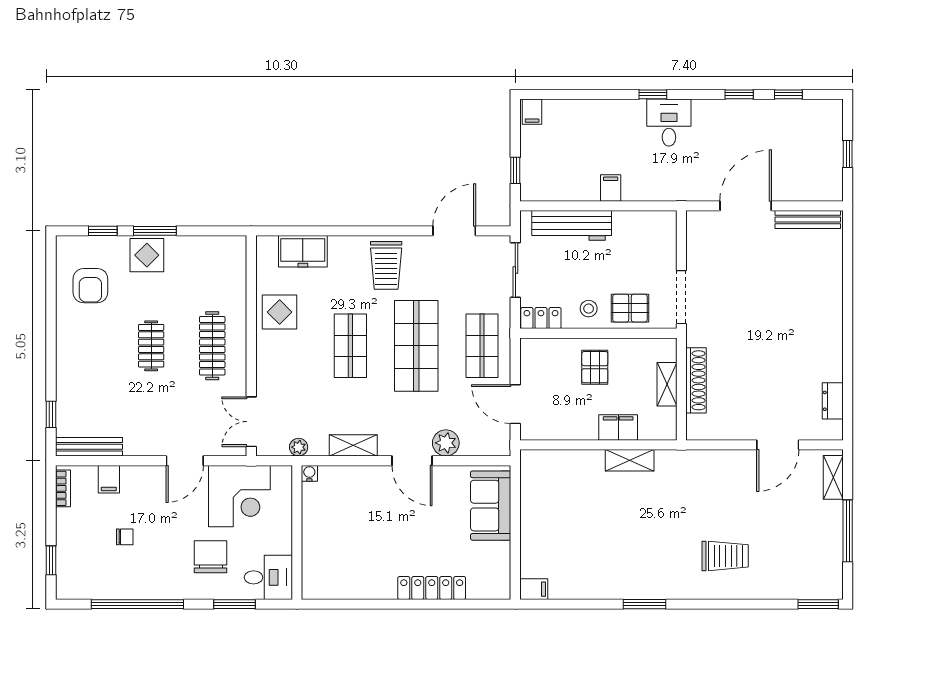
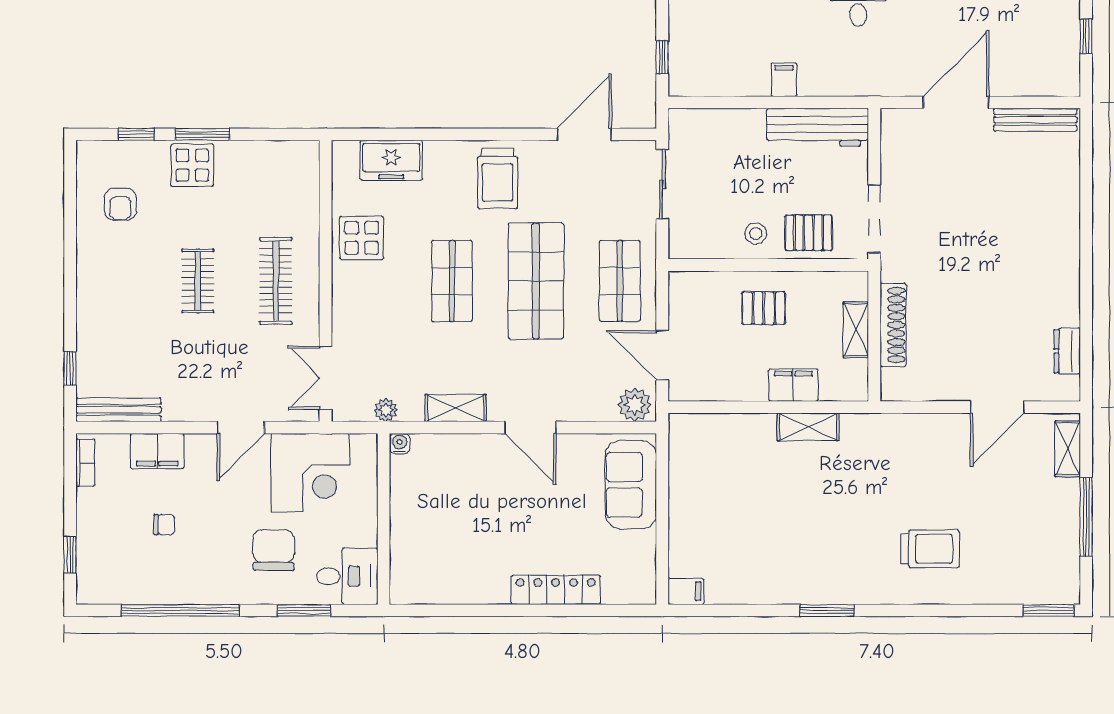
workbench: (572, 225) -> (818, 127), moved
armchair: (90, 286) -> (120, 204), width x0.72, depth x0.72
locker: (541, 318) -> (695, 246), removed
pallet: (595, 367) -> (764, 308), turned 90
plant: (446, 443) -> (635, 405), moved
filing cabinet: (109, 479) -> (157, 451), width x2.00

